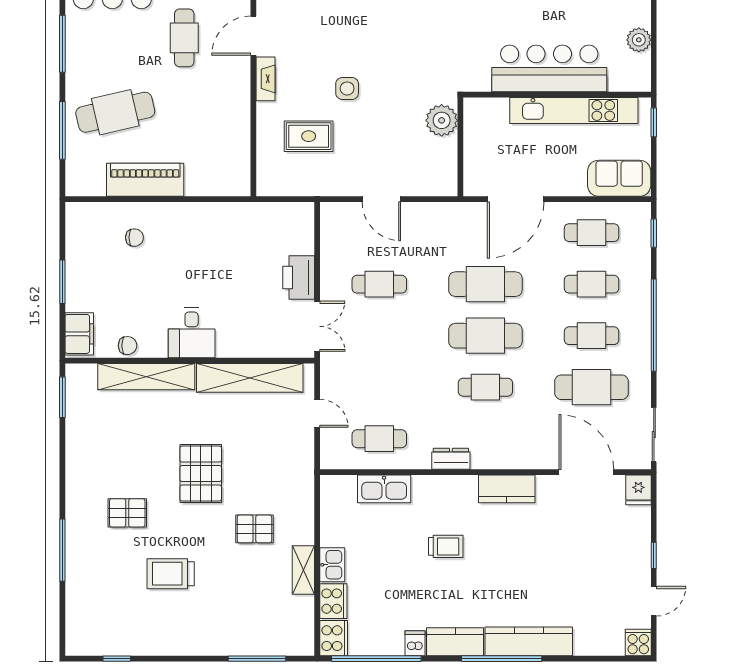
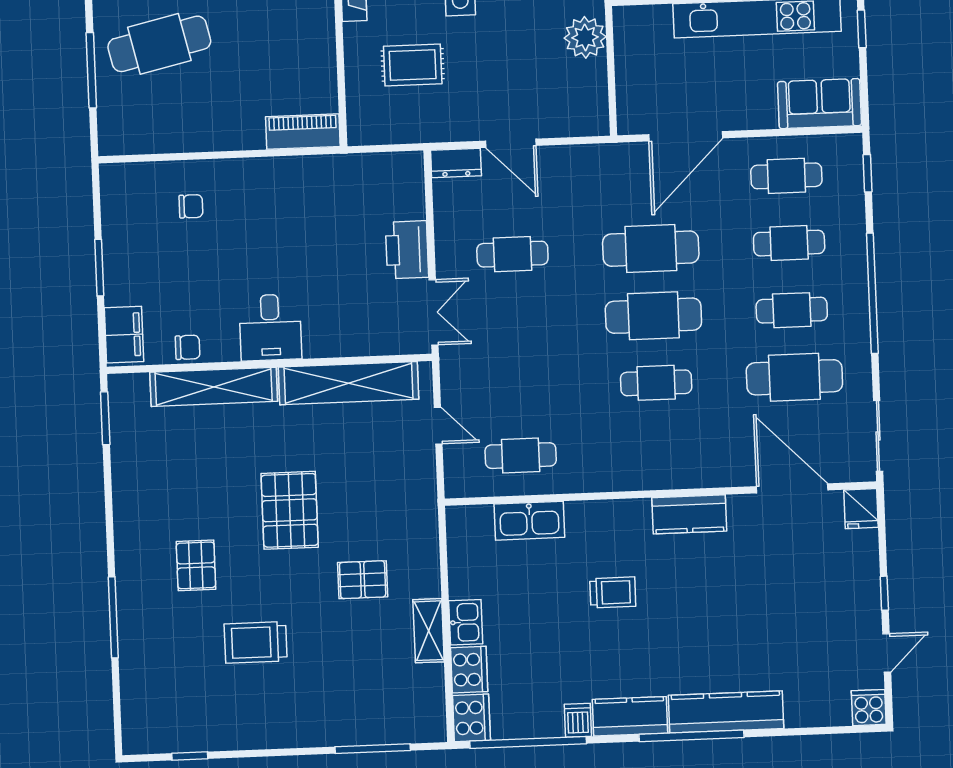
piano: (145, 180) -> (303, 132), moved, width x0.73, depth x0.75
dresser: (451, 459) -> (456, 163), moved, turned 180
pallet: (127, 513) -> (196, 565), turned 90

